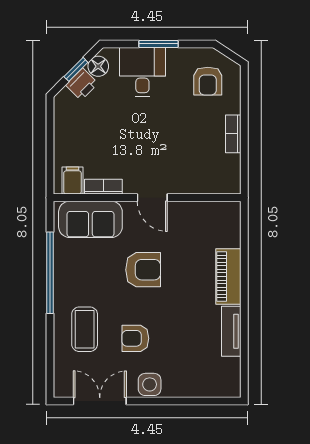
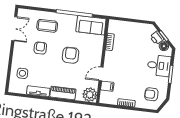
filing cabinet: (72, 181) -> (107, 86), moved
door: (152, 198) -> (101, 74), moved
plant: (225, 217) -> (90, 95), added
sofa: (90, 219) -> (91, 25), moved, turned -90
armchair: (143, 270) -> (71, 55), turned 180
side table: (150, 384) -> (22, 73), moved

